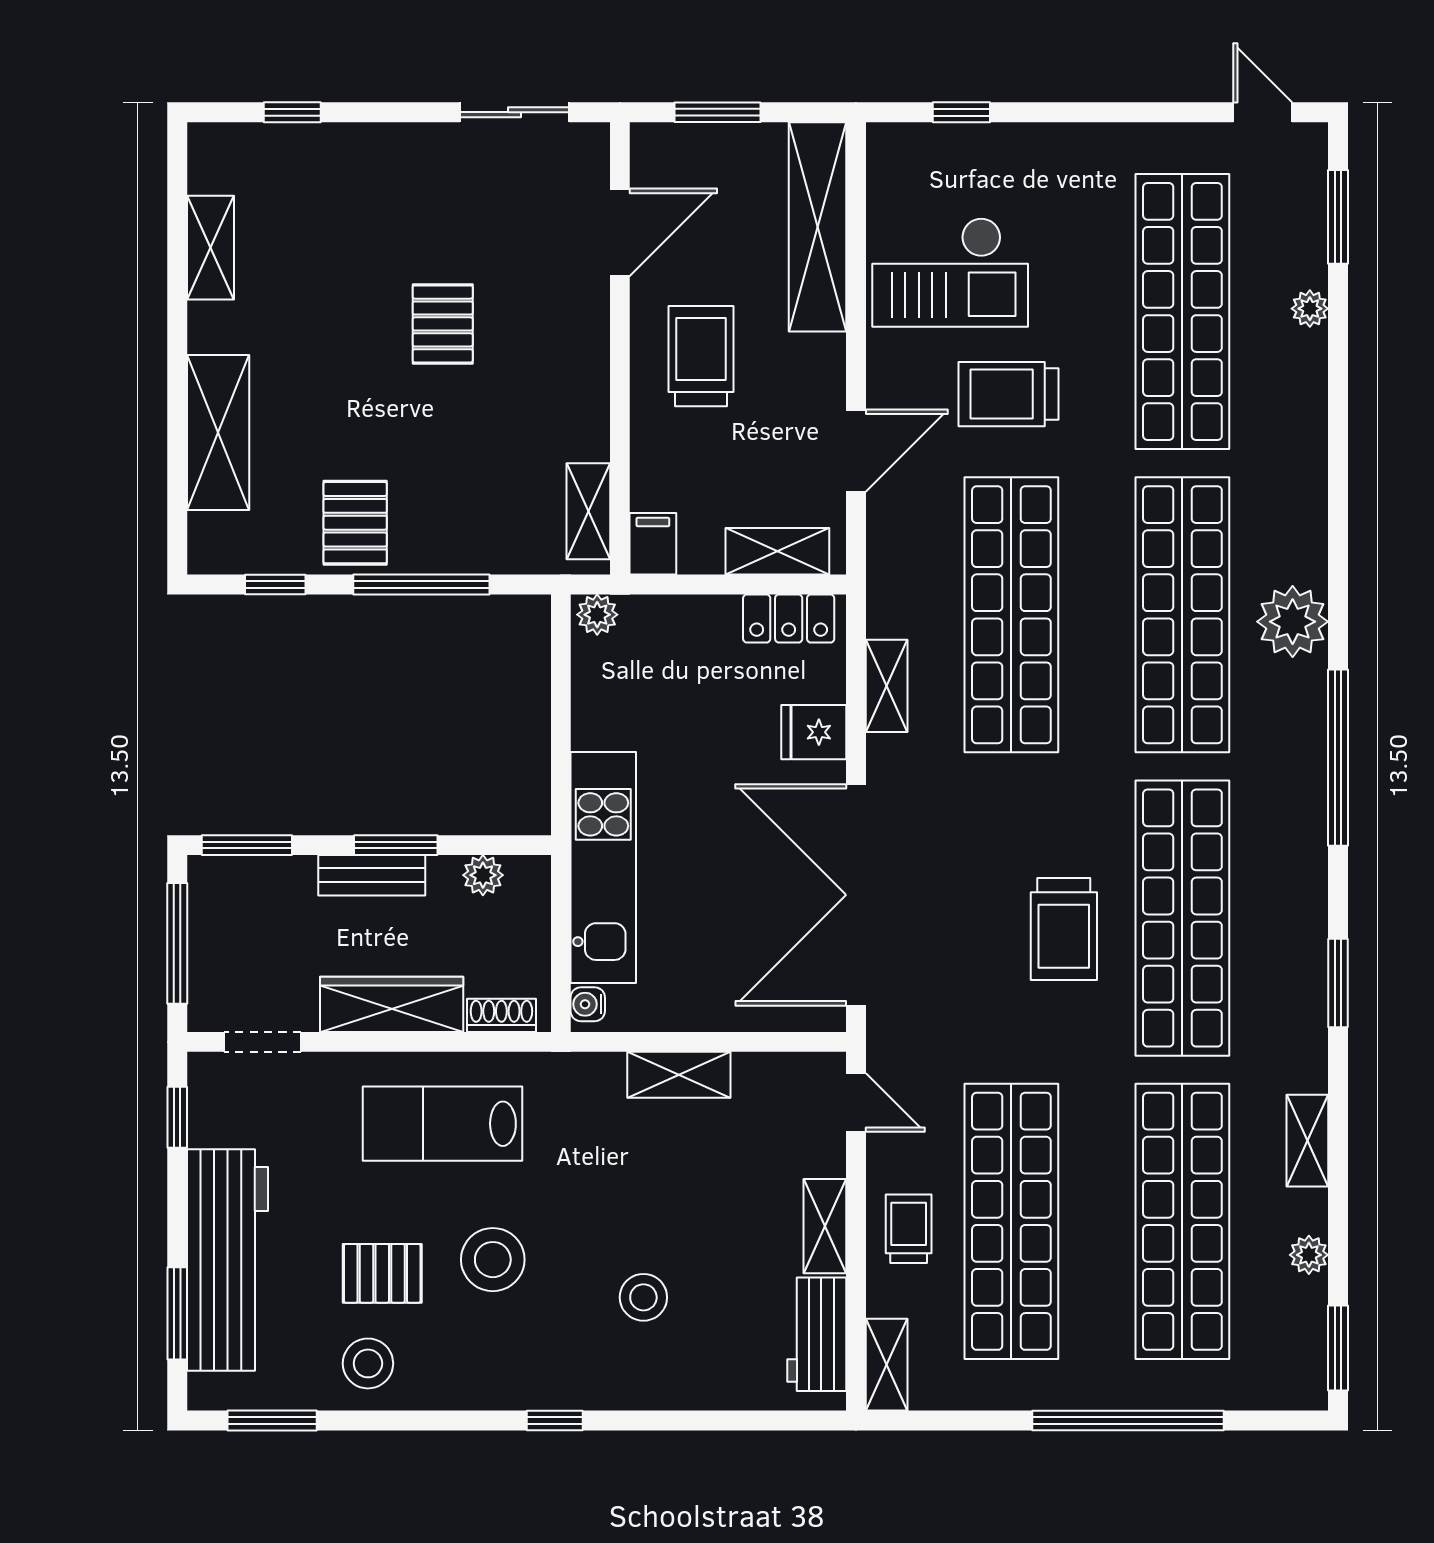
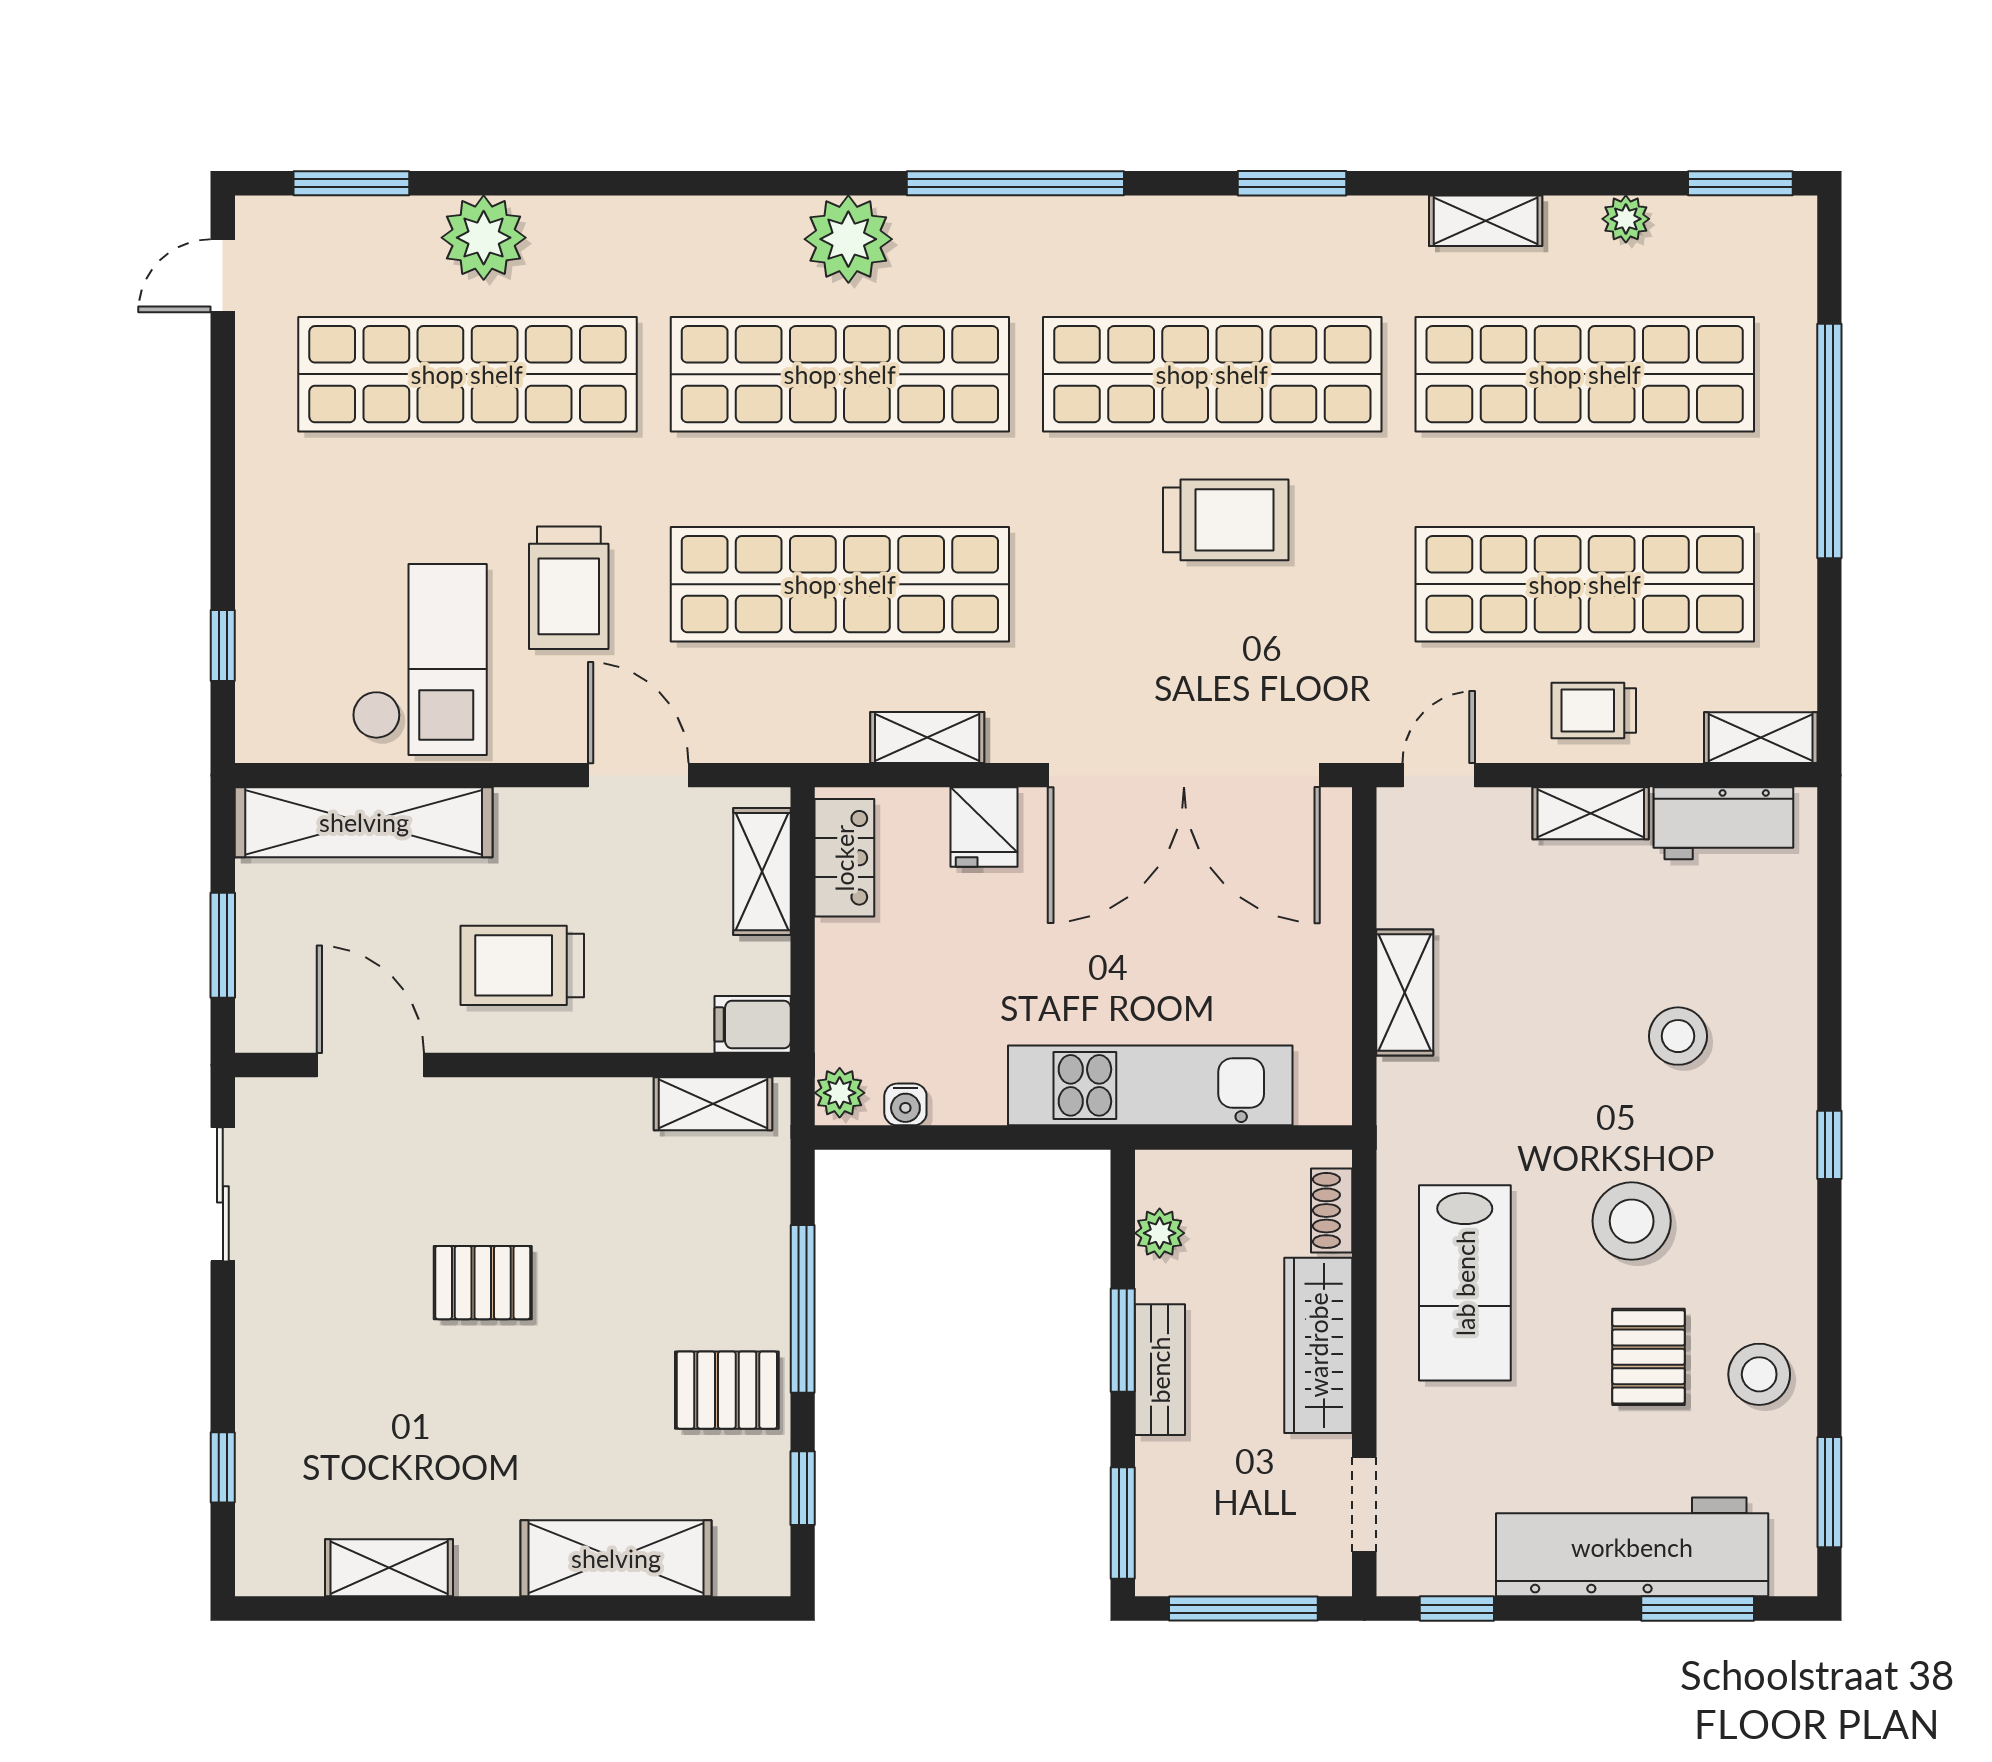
plant: (1310, 309) -> (484, 238), width x1.88, depth x1.88
water cooler: (588, 1004) -> (905, 1104), moved

